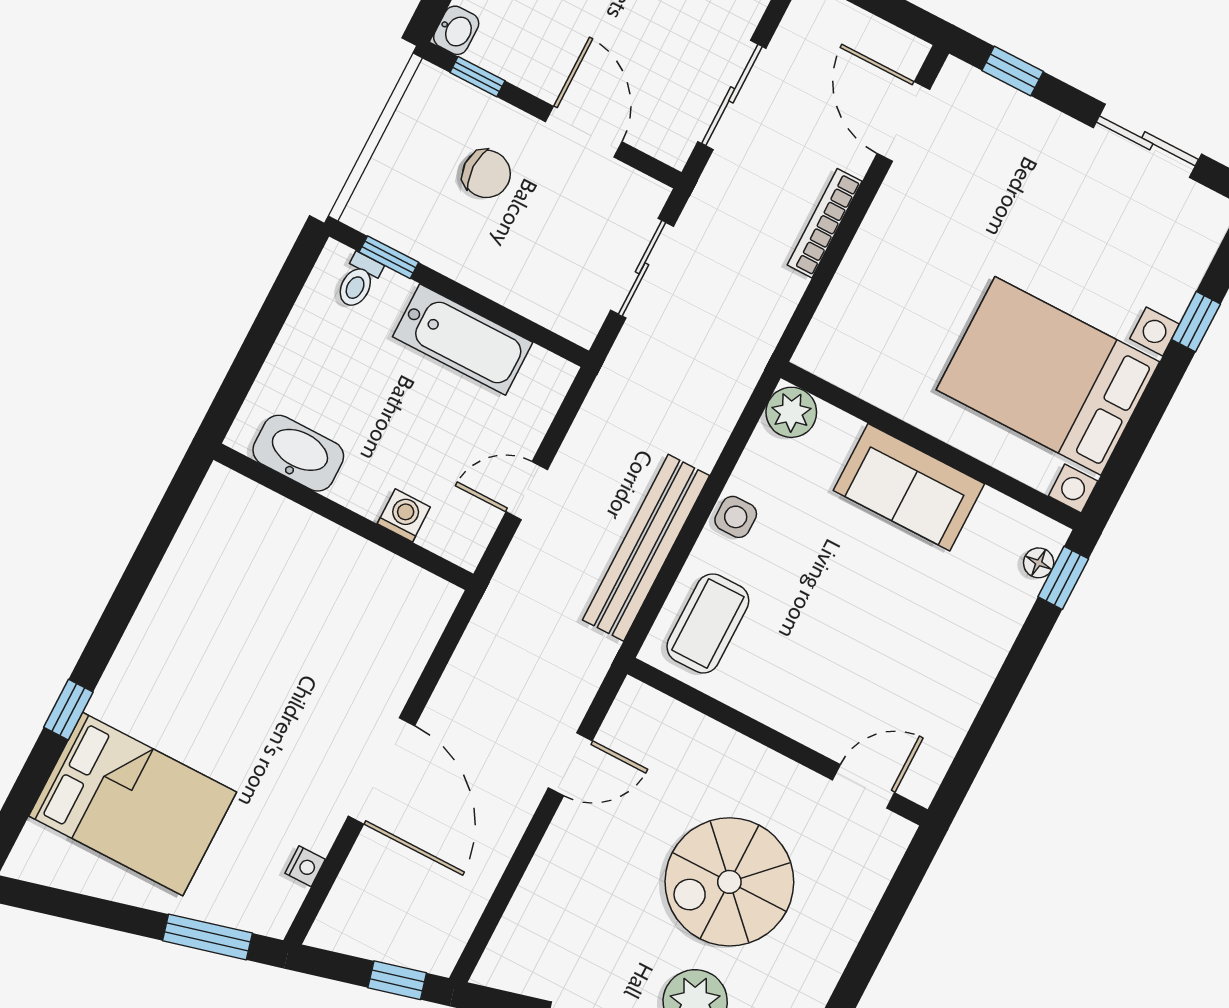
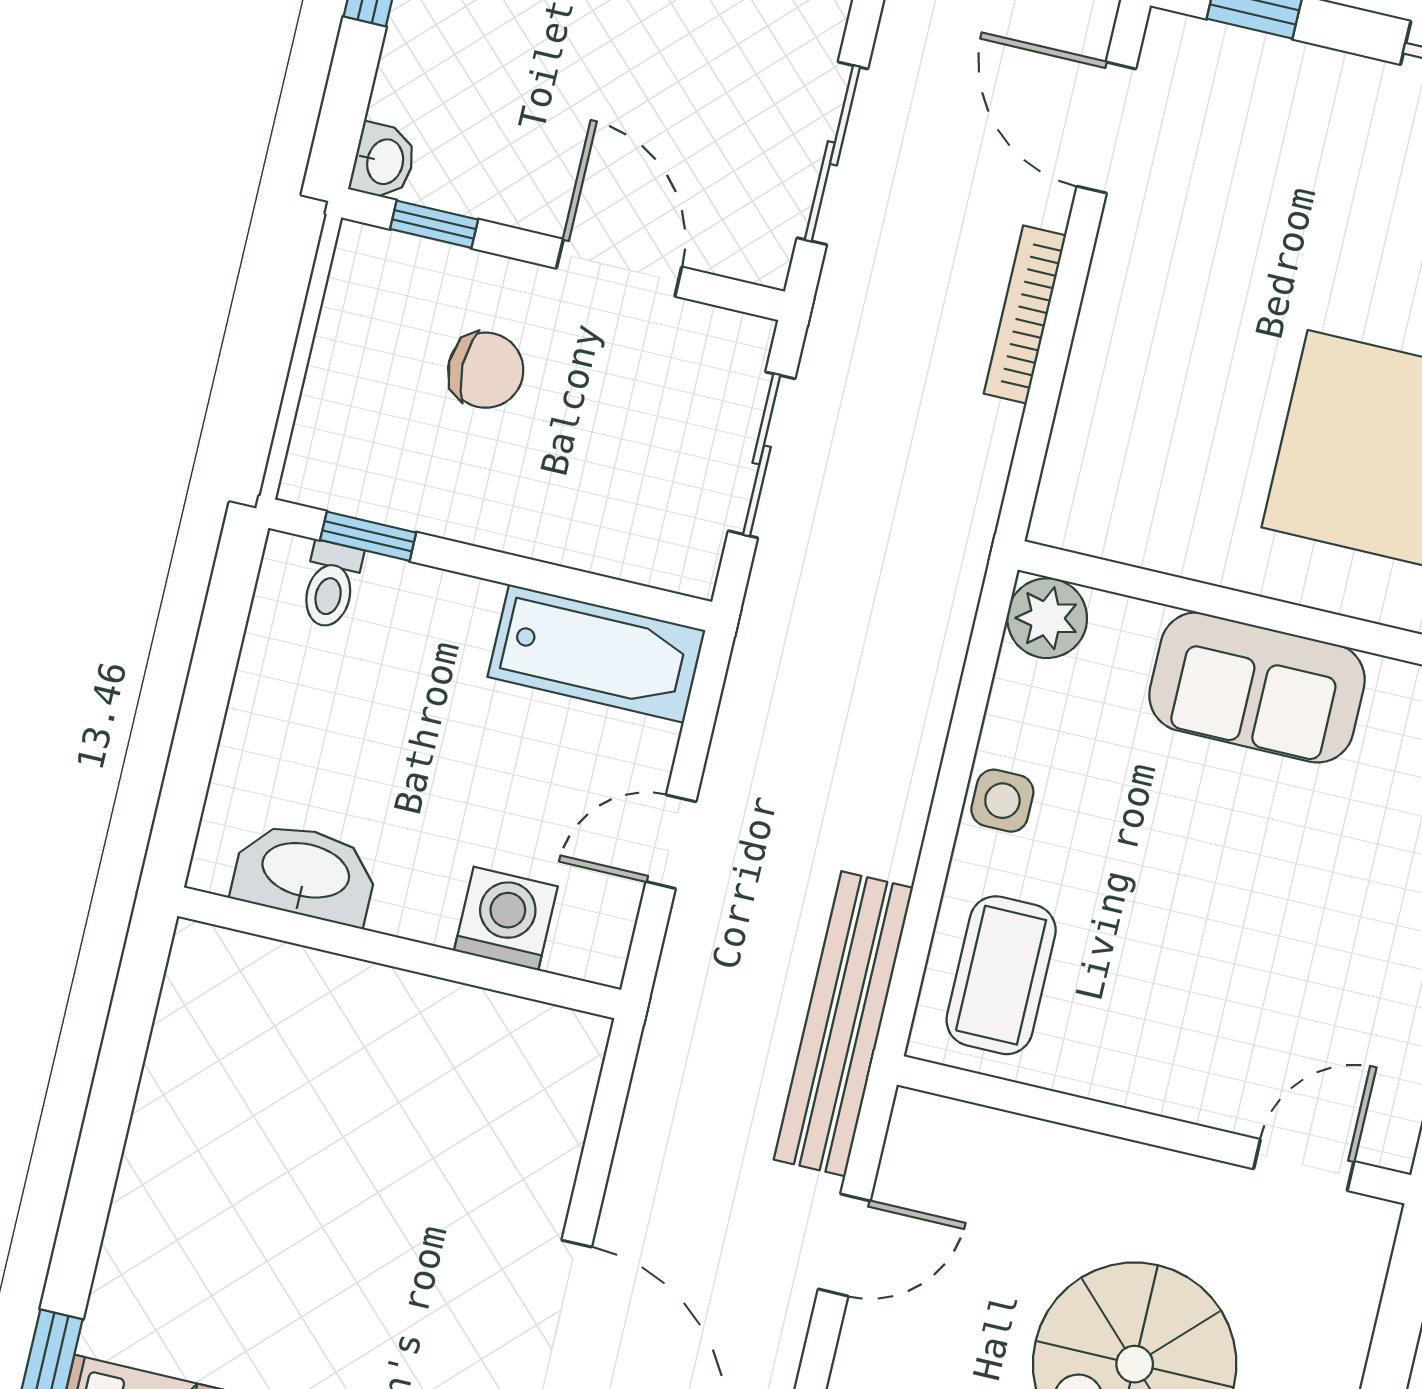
bathtub: (463, 340) -> (596, 654), moved
washing machine: (404, 515) -> (506, 919), width x1.38, depth x1.38
bench: (646, 548) -> (843, 1024), moved

